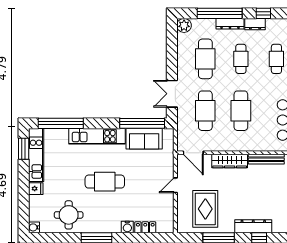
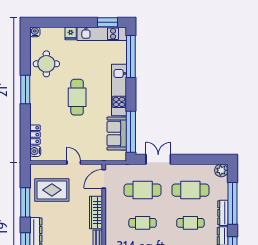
cafe table: (241, 111) -> (143, 223), width x0.73, depth x0.74
water cooler: (127, 227) -> (35, 151), moved

